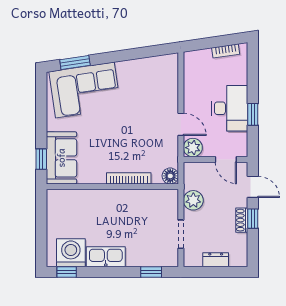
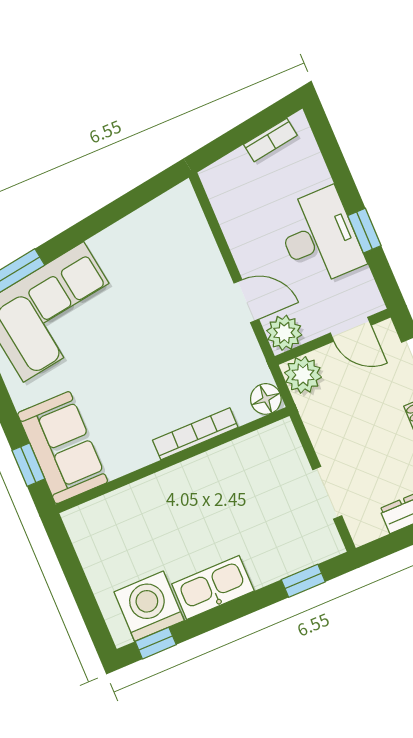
plant: (193, 200) -> (303, 375), moved

